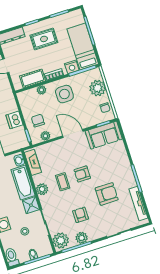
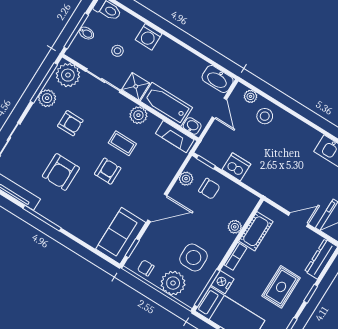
side table: (64, 94) -> (193, 258), moved

